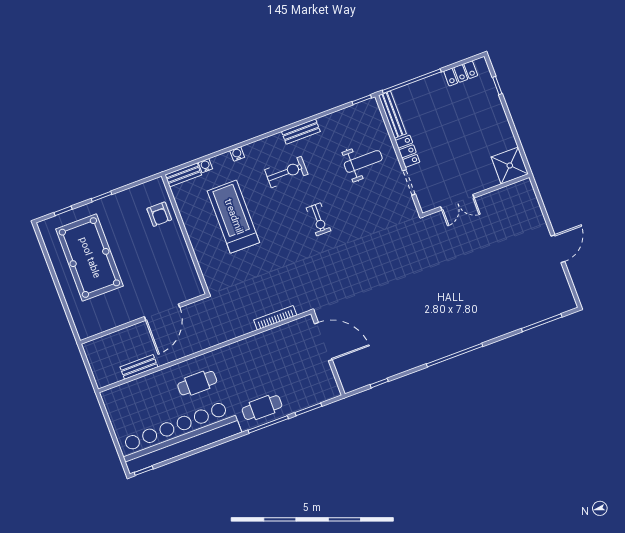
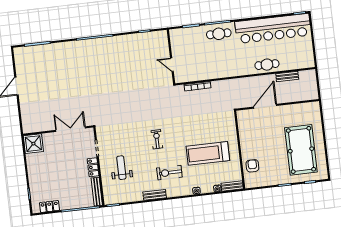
weight bench: (363, 161) -> (121, 168), turned 90
double door: (457, 202) -> (70, 129), width x1.37
treadmill: (233, 217) -> (208, 153), turned 90
door: (323, 342) -> (172, 65), width x0.53
cafe table: (197, 383) -> (267, 65), moved

